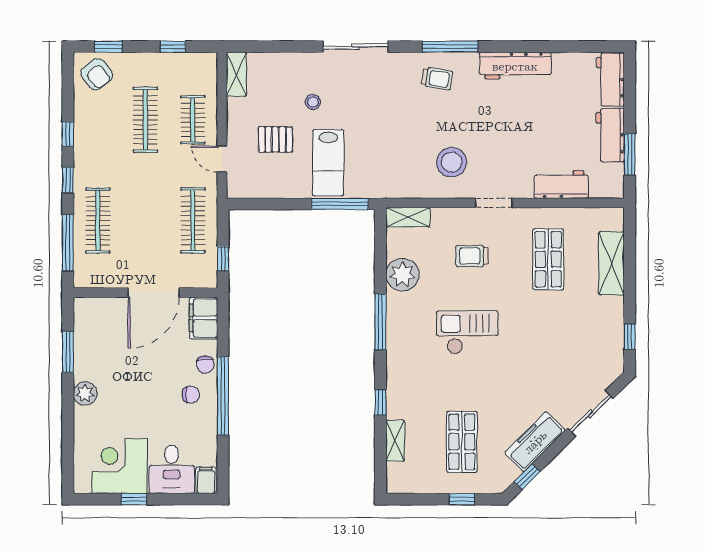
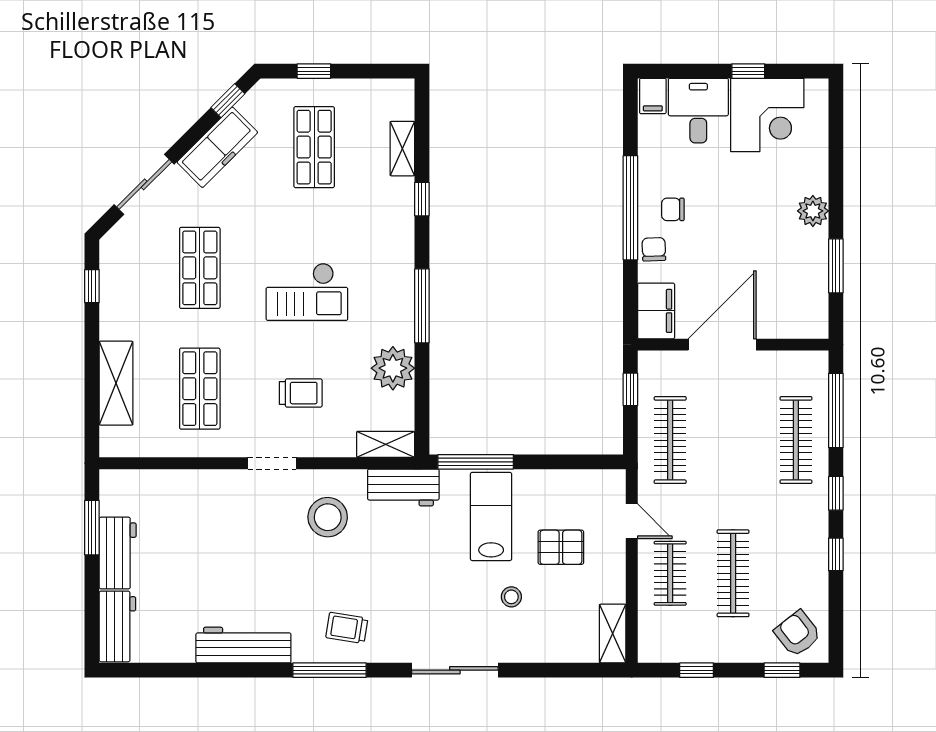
workbench: (561, 185) -> (403, 487), moved
shop shelf: (548, 350) -> (200, 268), added

